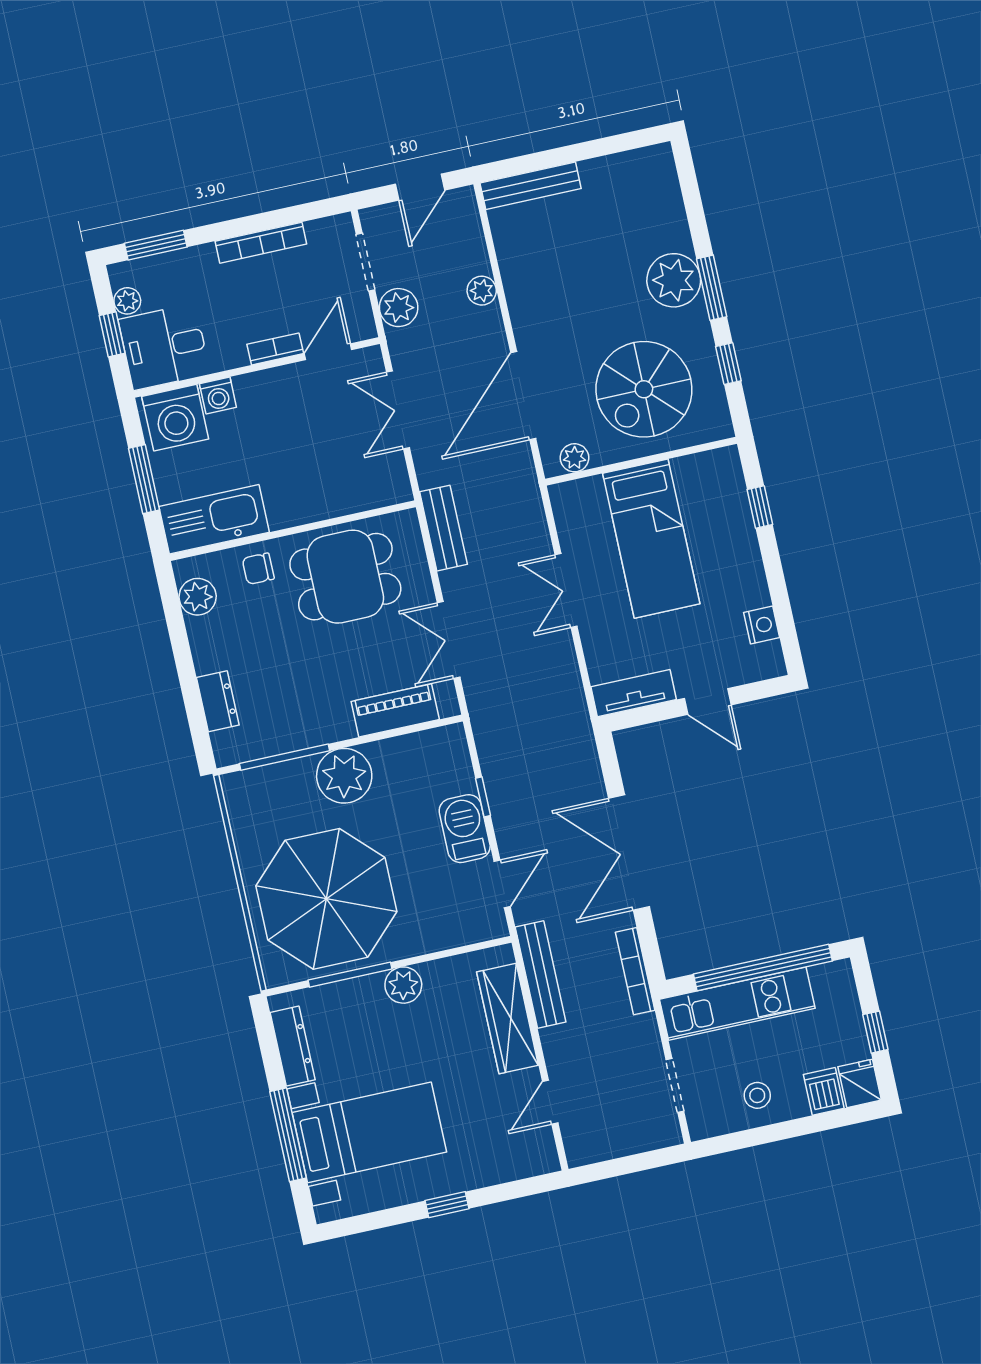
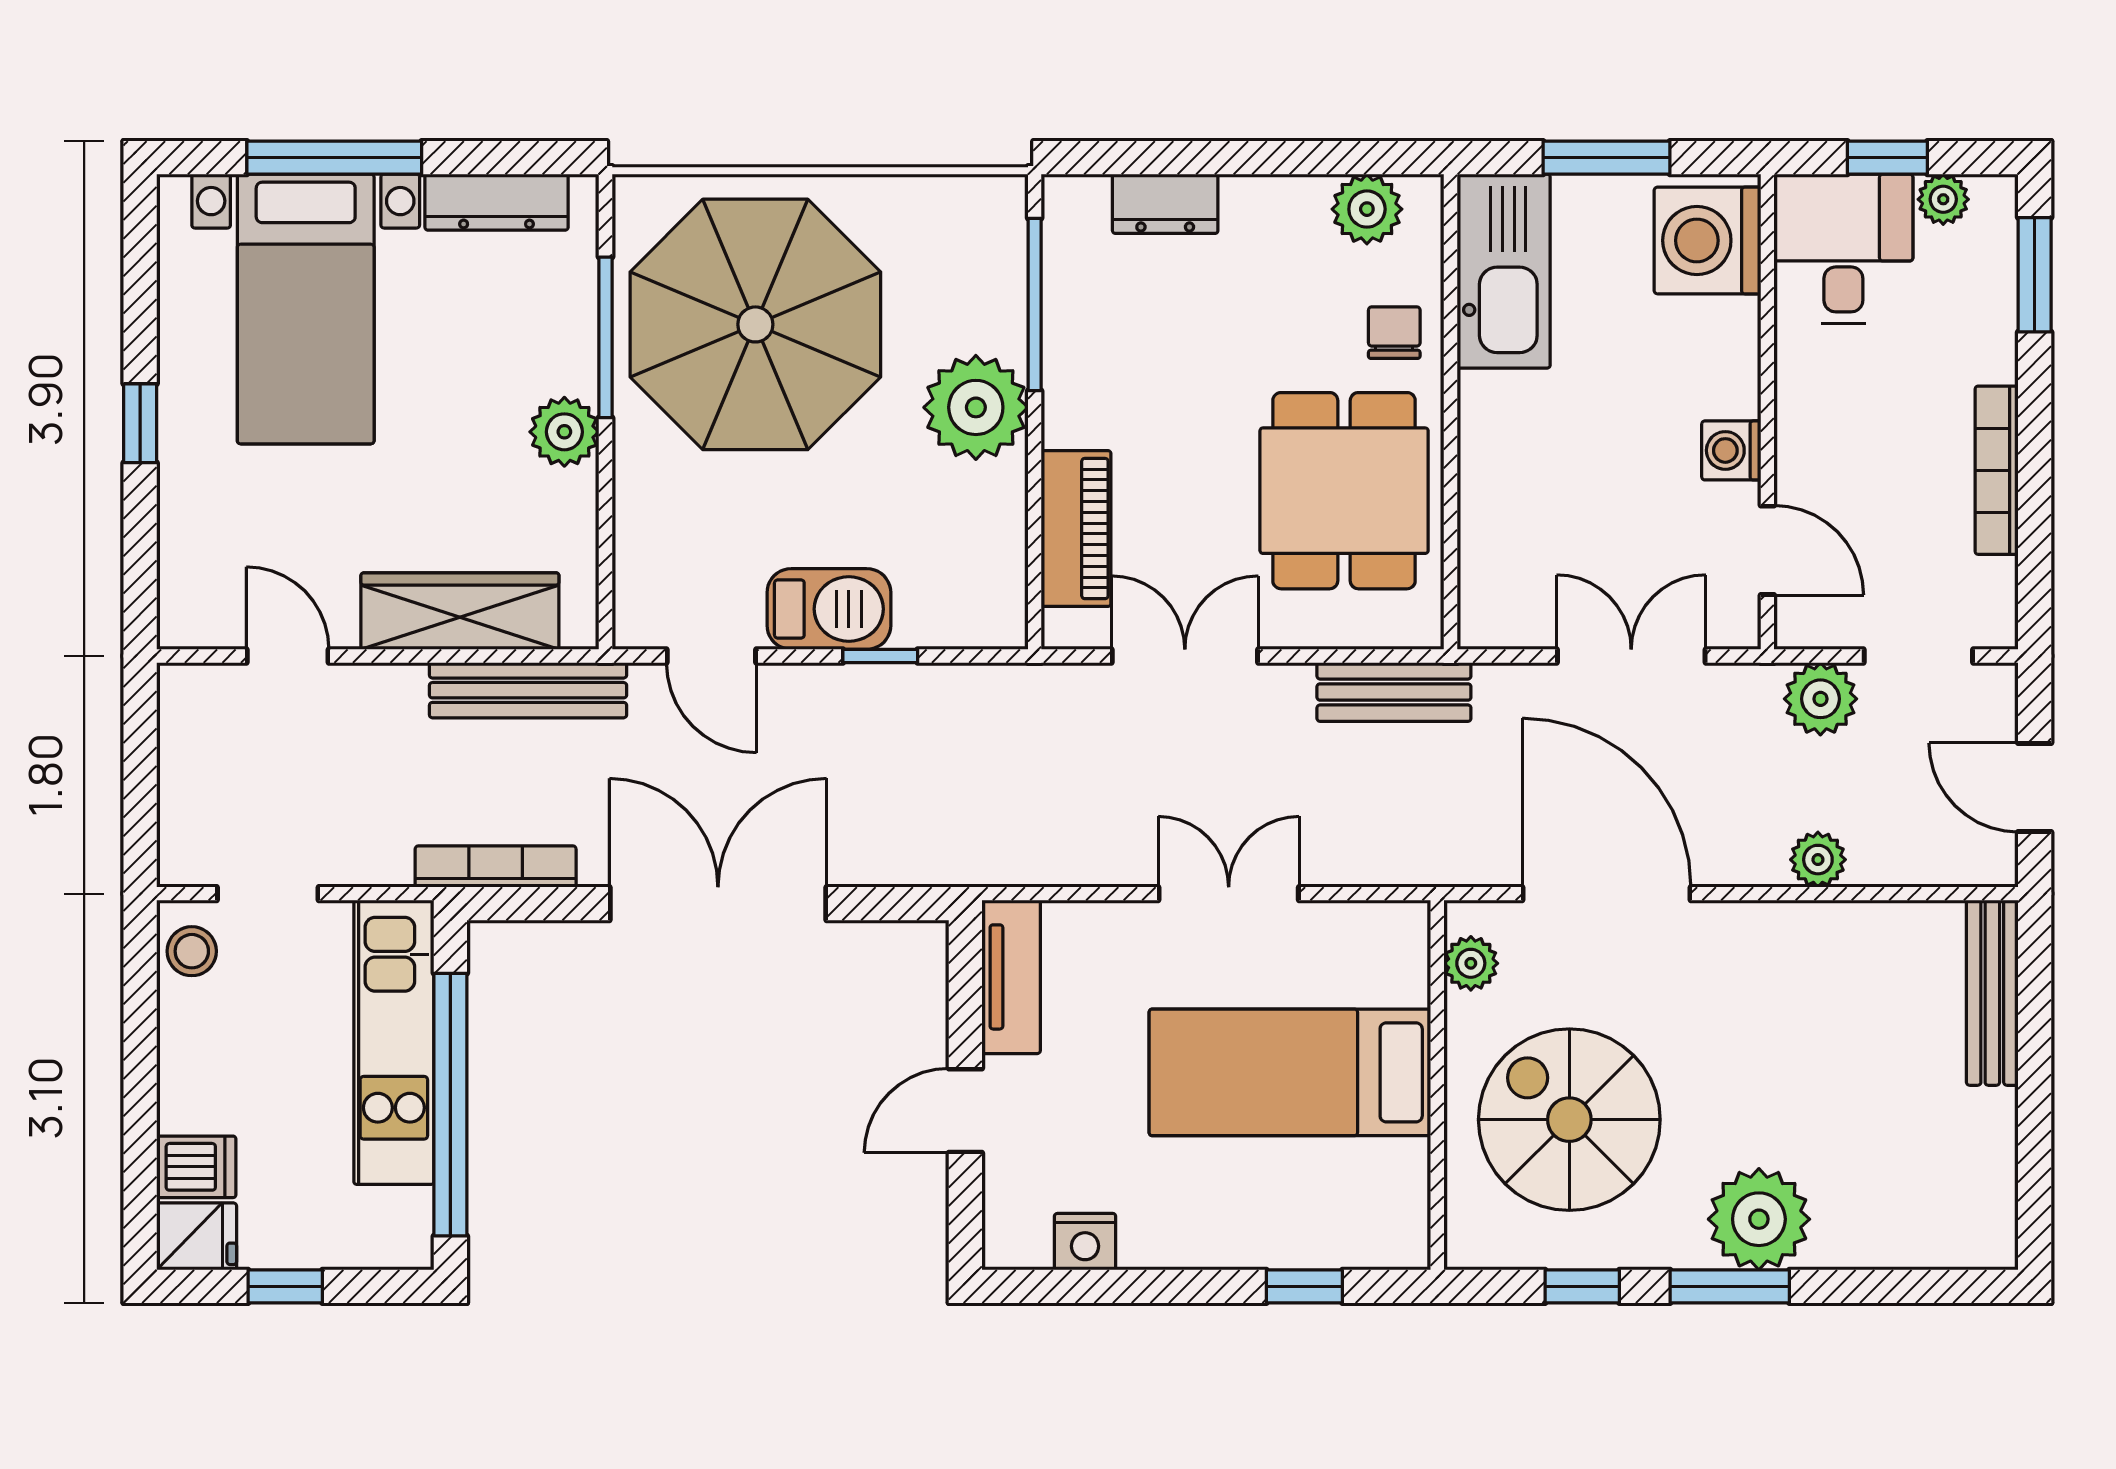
bookcase: (275, 349) -> (1794, 454), removed
washing machine: (218, 395) -> (1731, 450), moved
stool: (757, 1095) -> (192, 951), moved

